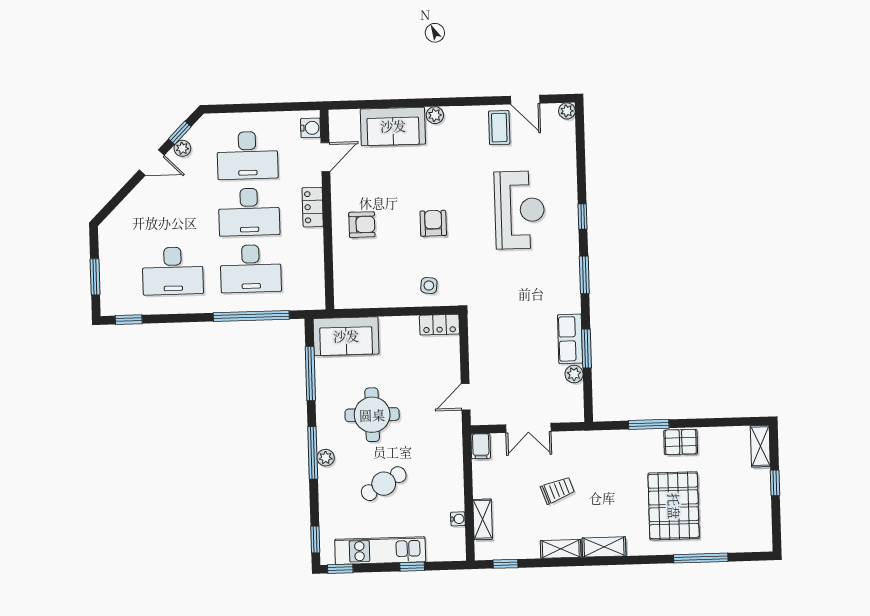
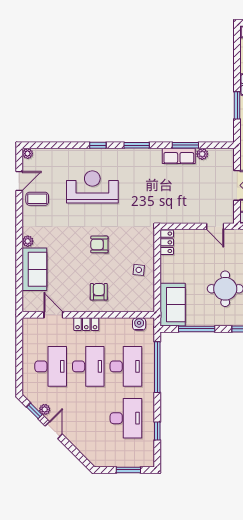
water cooler: (311, 128) -> (139, 324), moved
side table: (429, 286) -> (139, 270), moved
window: (129, 320) -> (157, 431), moved

